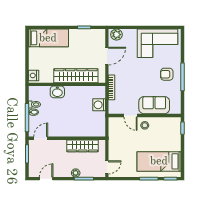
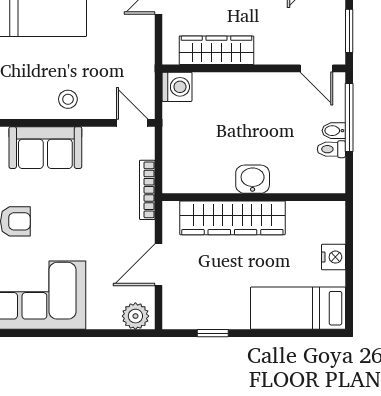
nightstand: (34, 75) -> (334, 257), moved
washbasin: (57, 92) -> (253, 179), moved
washing machine: (99, 105) -> (177, 87), moved
door: (130, 115) -> (132, 123), moved
door: (41, 138) -> (316, 68), hinge flipped

